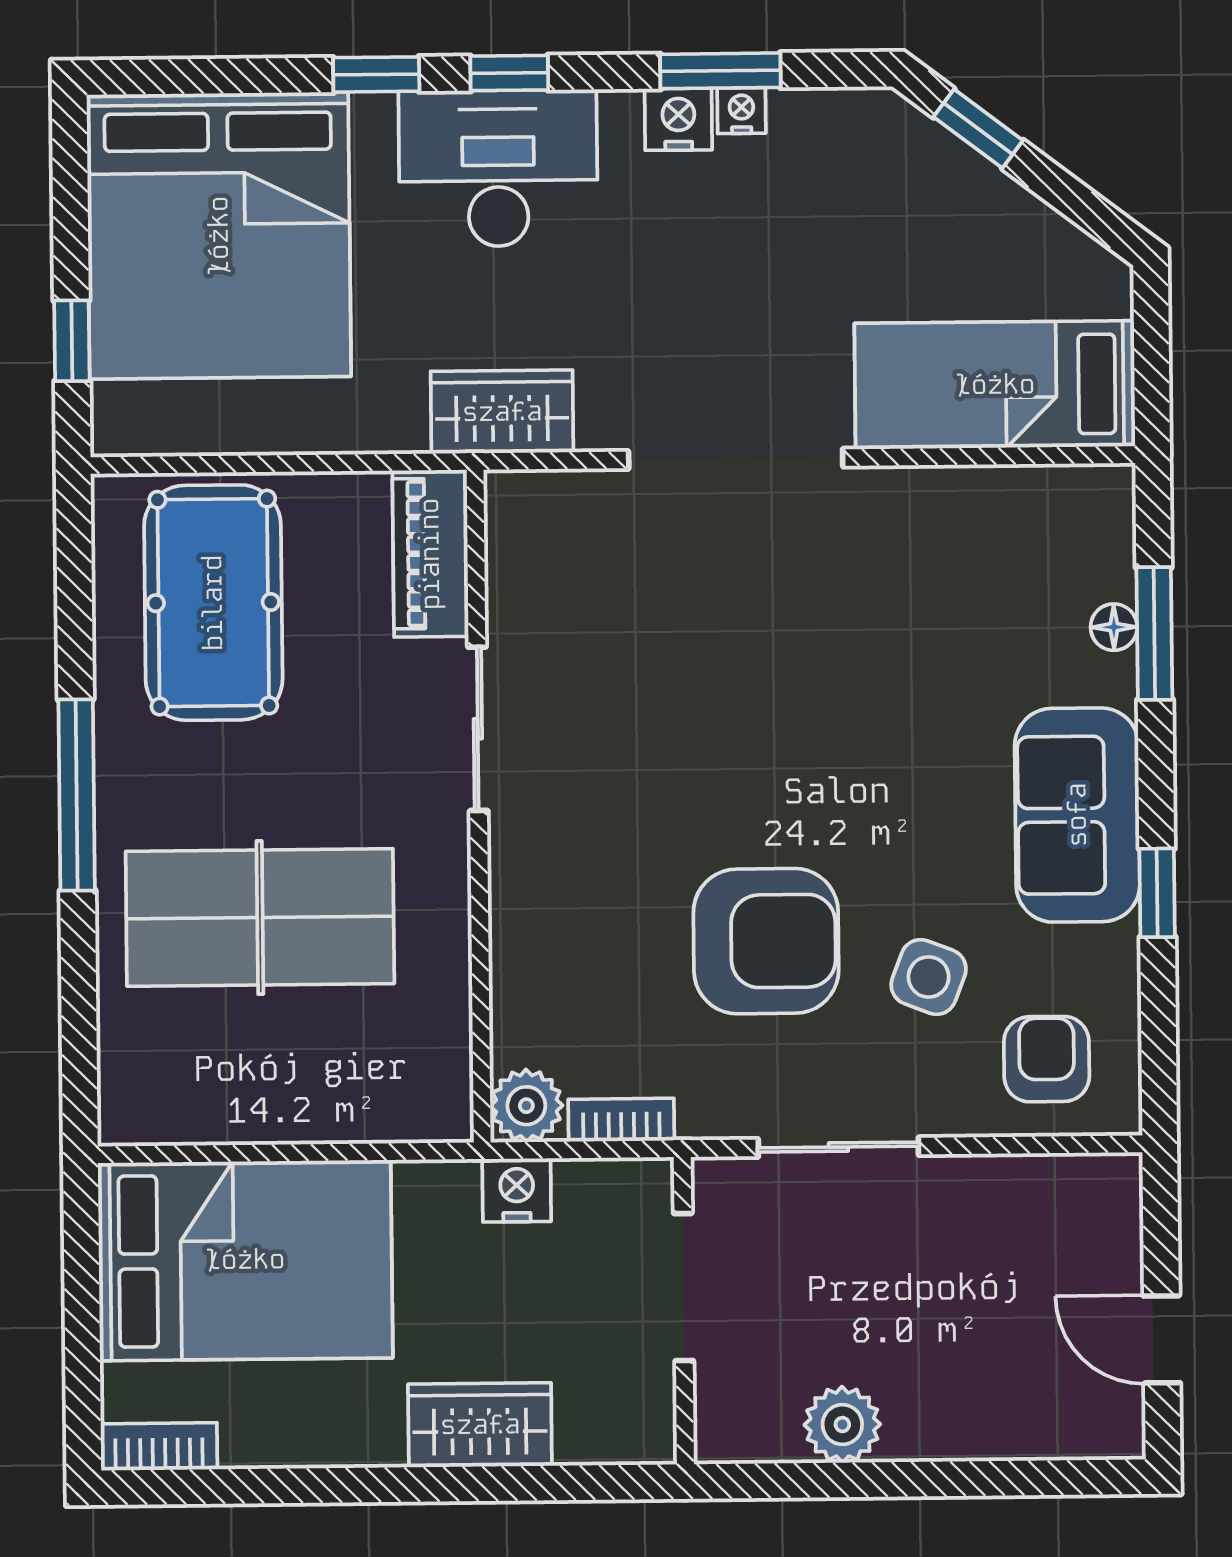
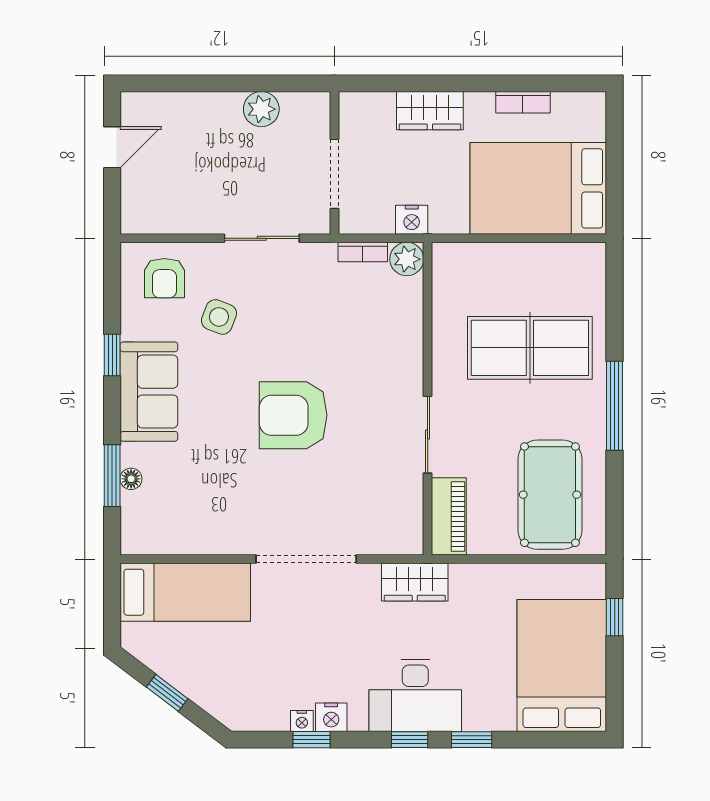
window: (720, 71) -> (311, 740), width x0.67
window: (978, 129) -> (167, 693), moved
bed: (219, 236) -> (562, 665), width x0.73
armchair: (766, 941) -> (293, 415), moved
door: (1162, 1339) -> (112, 147), hinge flipped
bookcase: (159, 1447) -> (523, 102), moved

